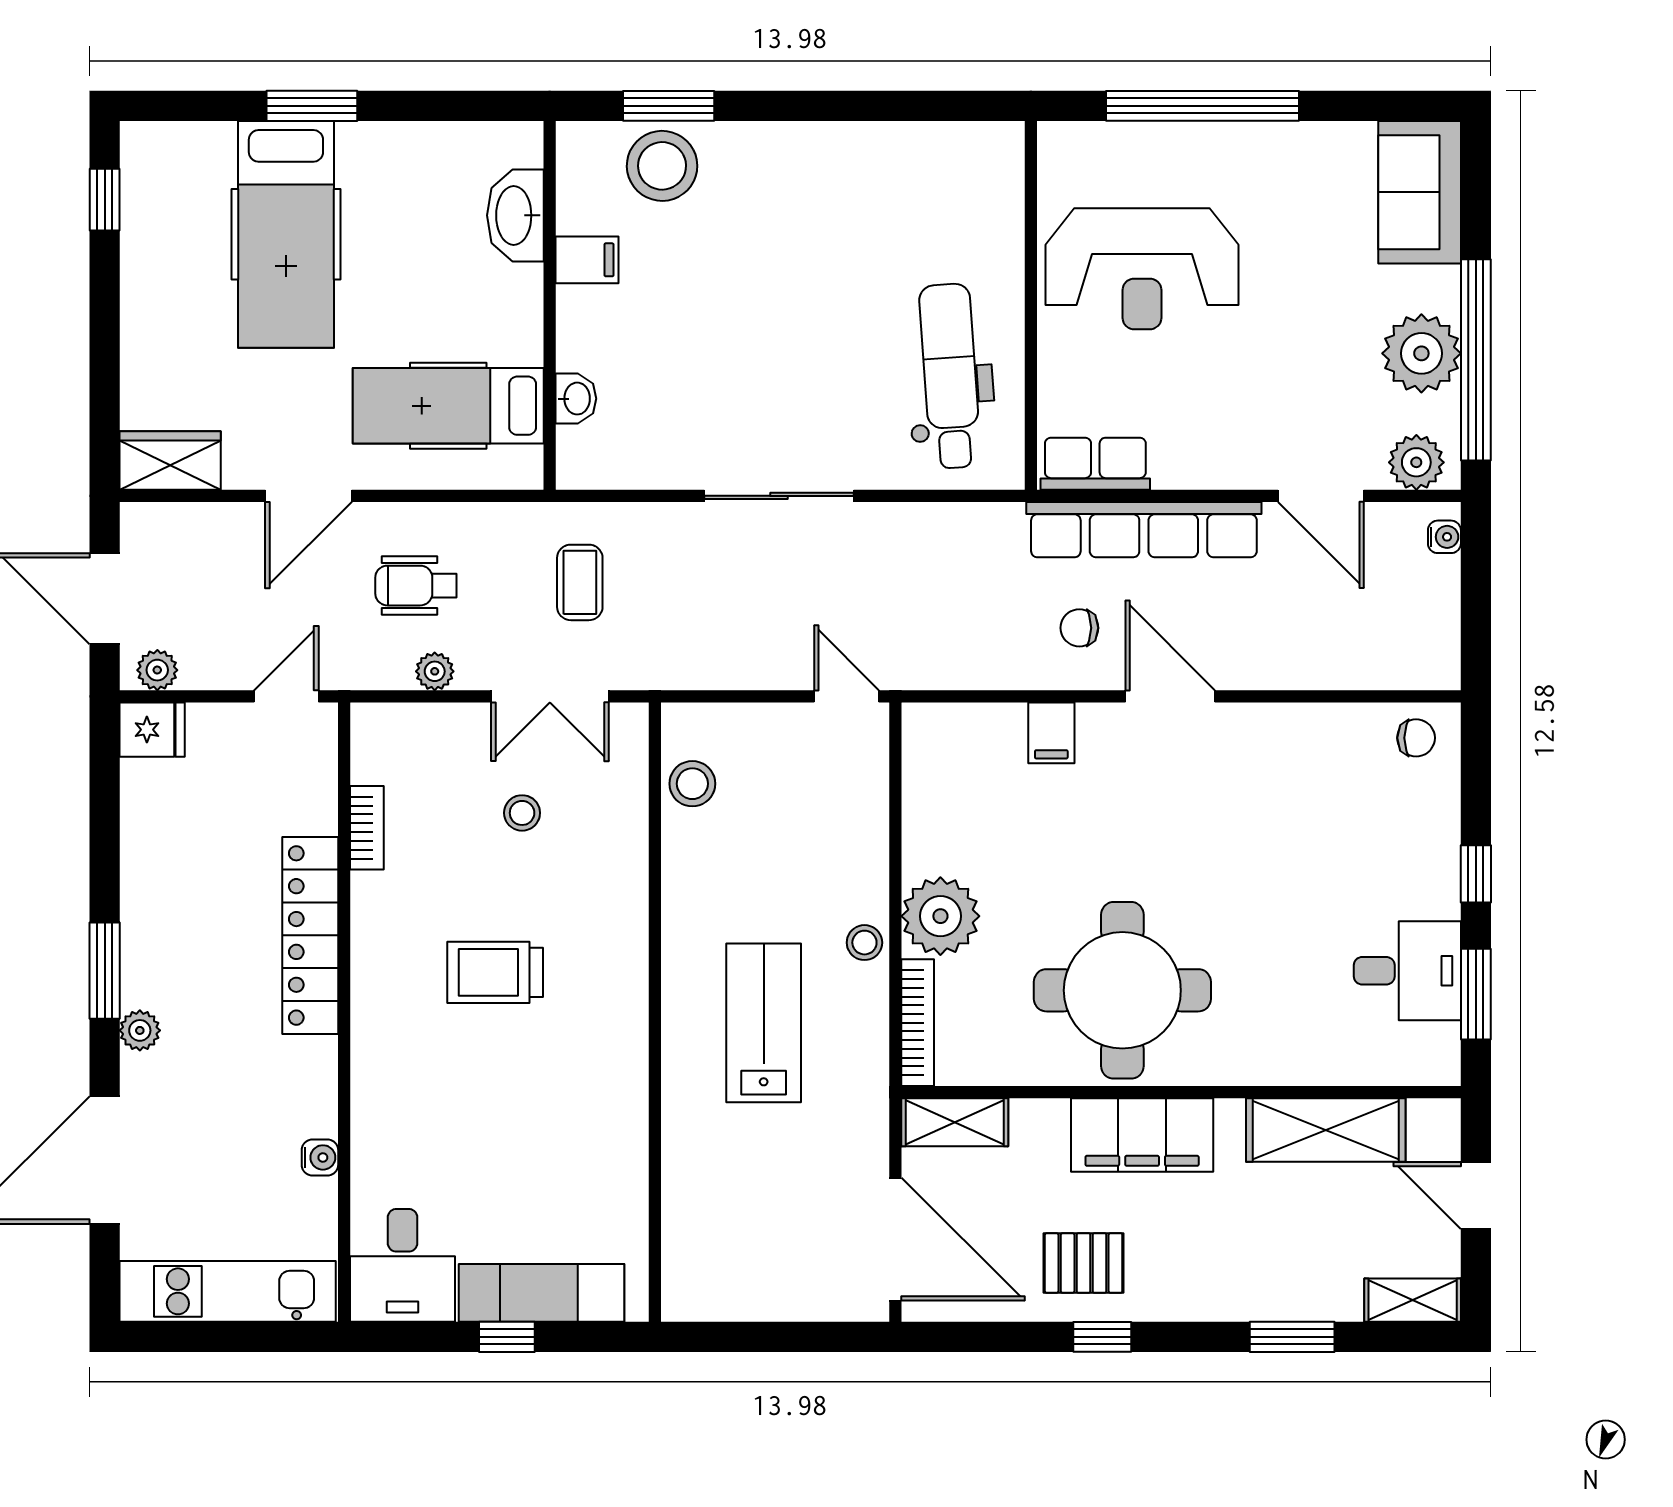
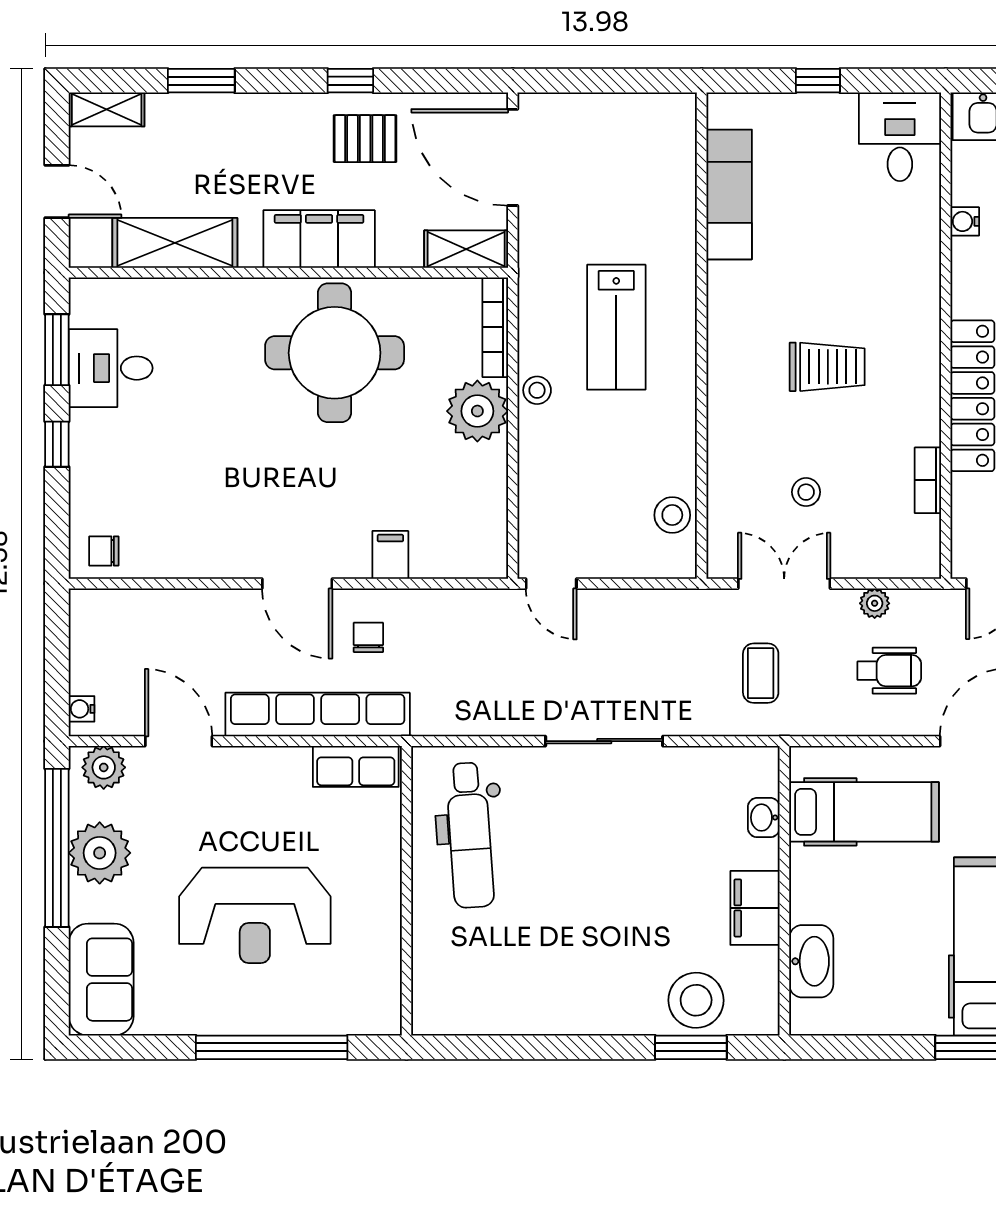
filing cabinet: (587, 260) -> (755, 908), width x2.00
reception desk: (1142, 269) -> (255, 915), moved, turned 180
chair: (1079, 628) -> (368, 637), turned -90
exam couch: (542, 1293) -> (729, 194), moved, turned -90

